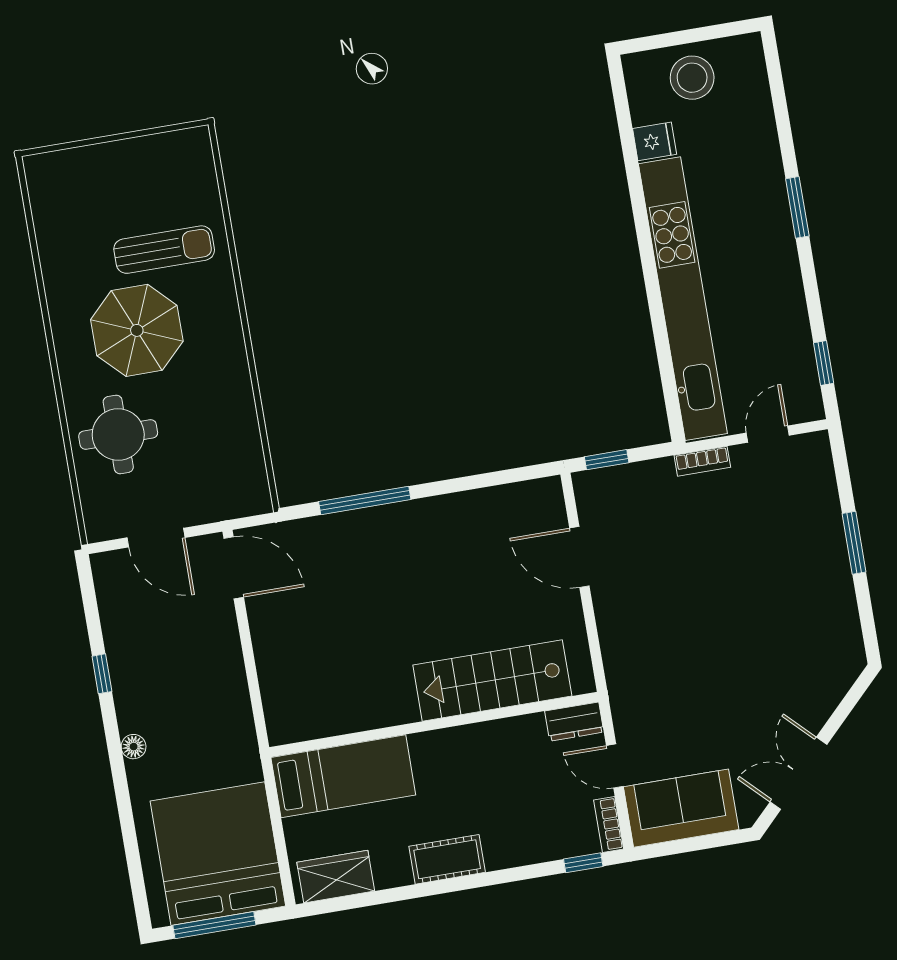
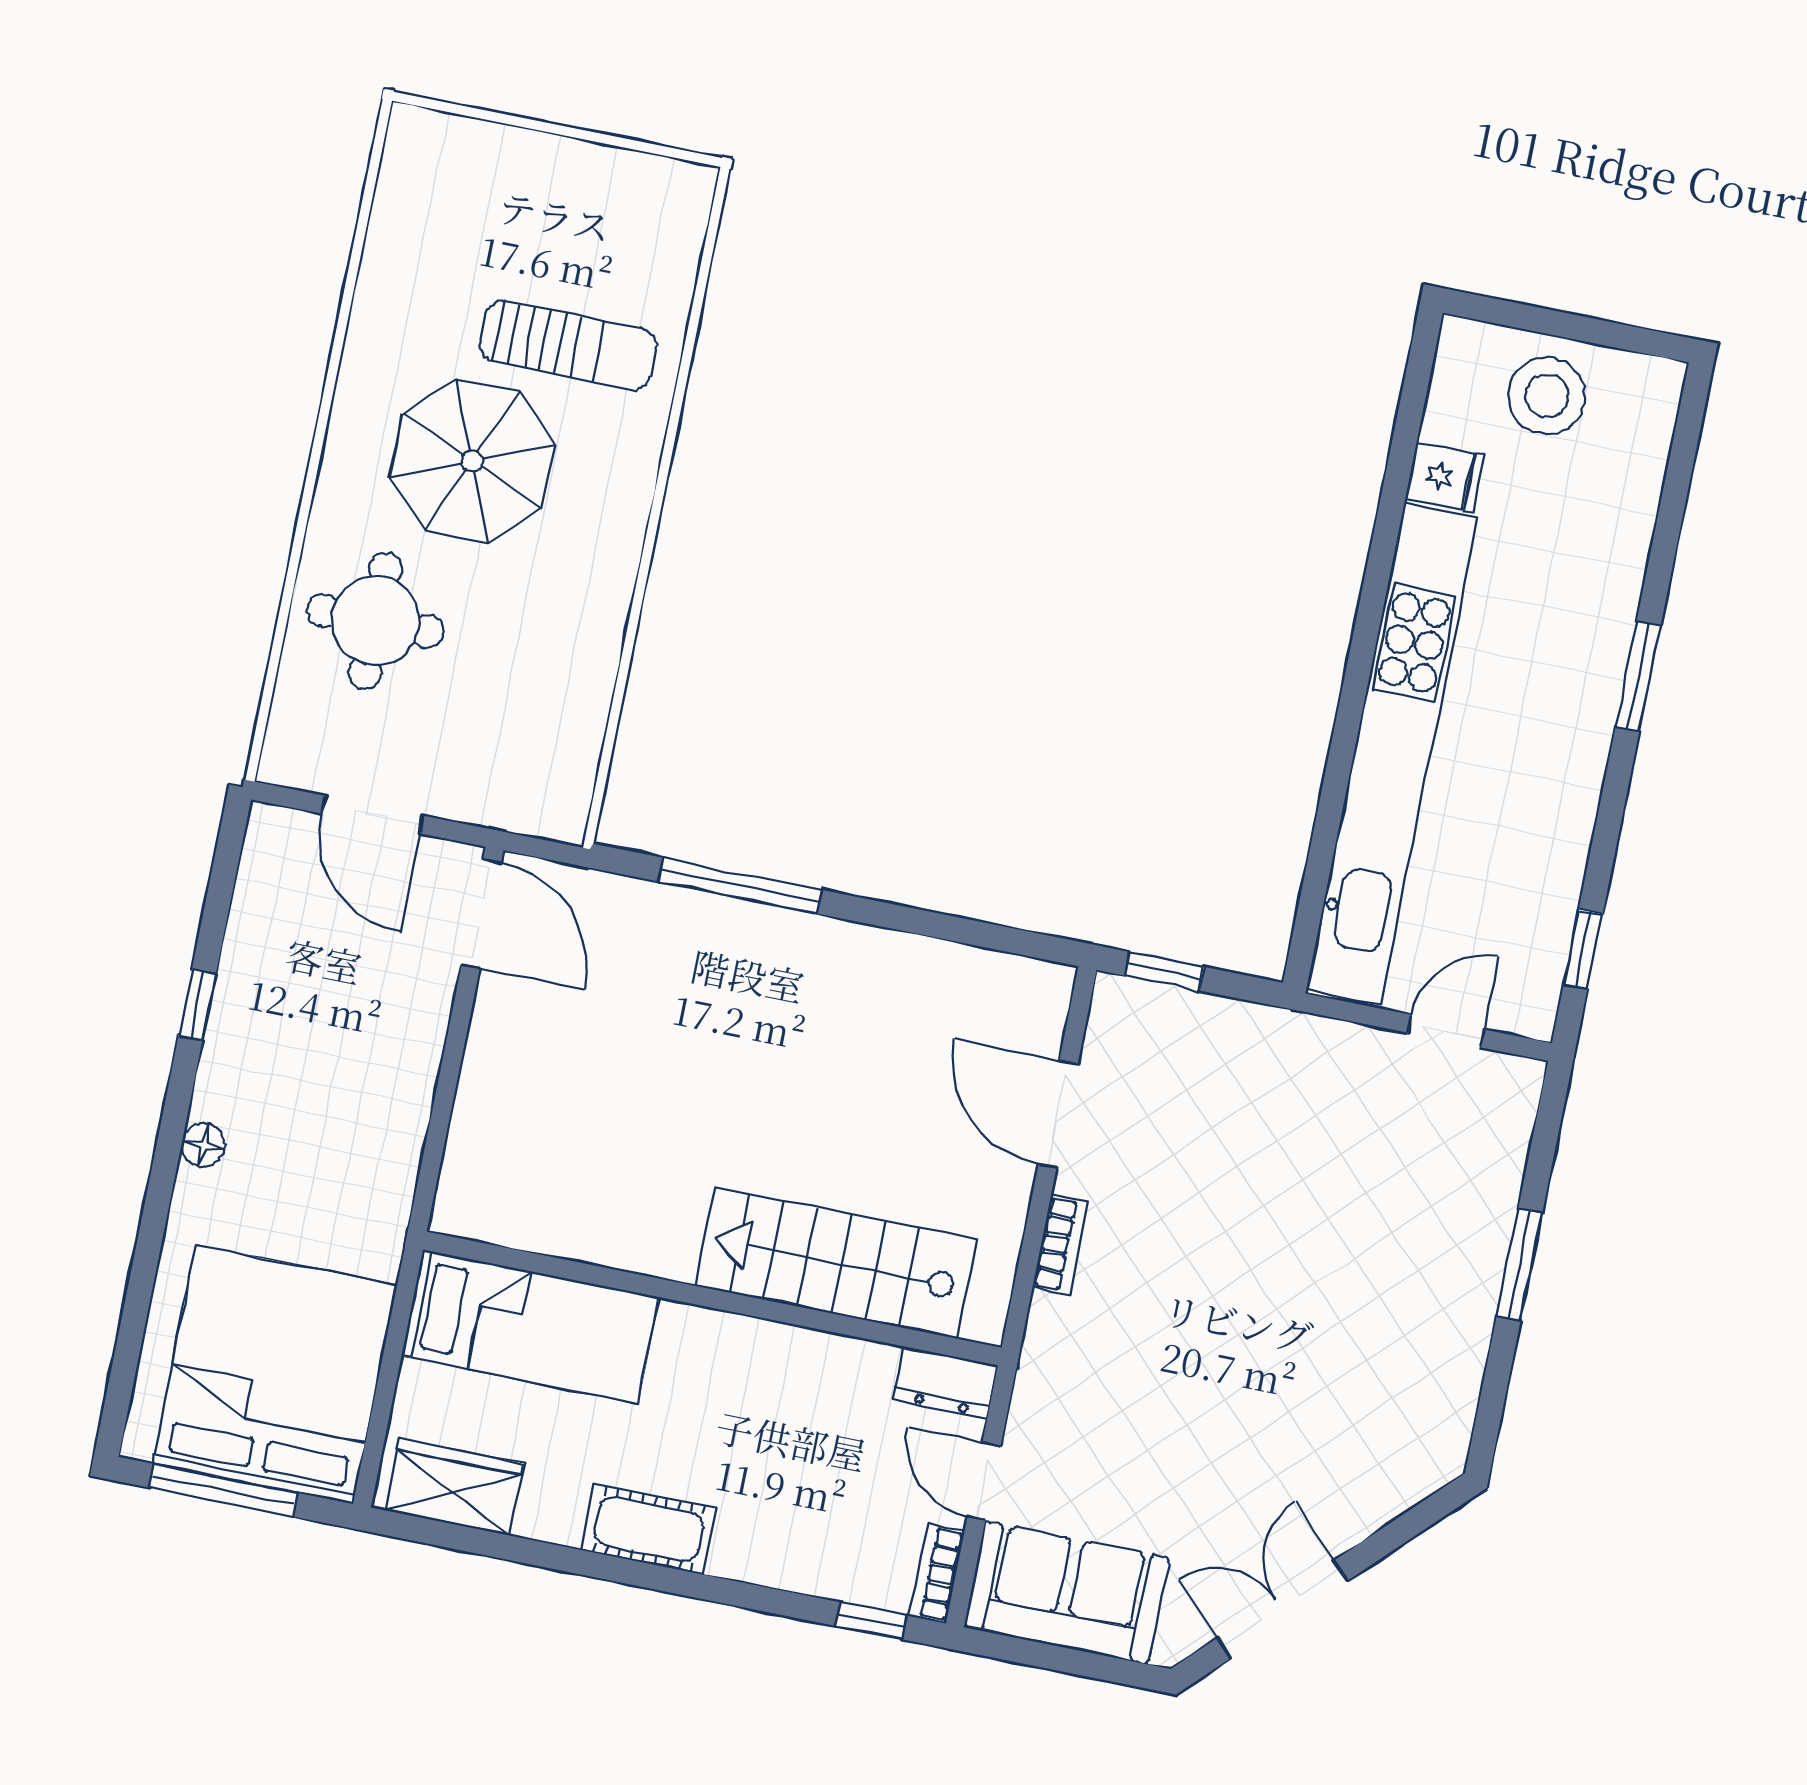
bookcase: (702, 461) -> (1060, 1245), moved, turned -90

